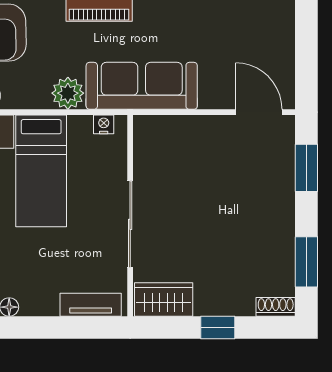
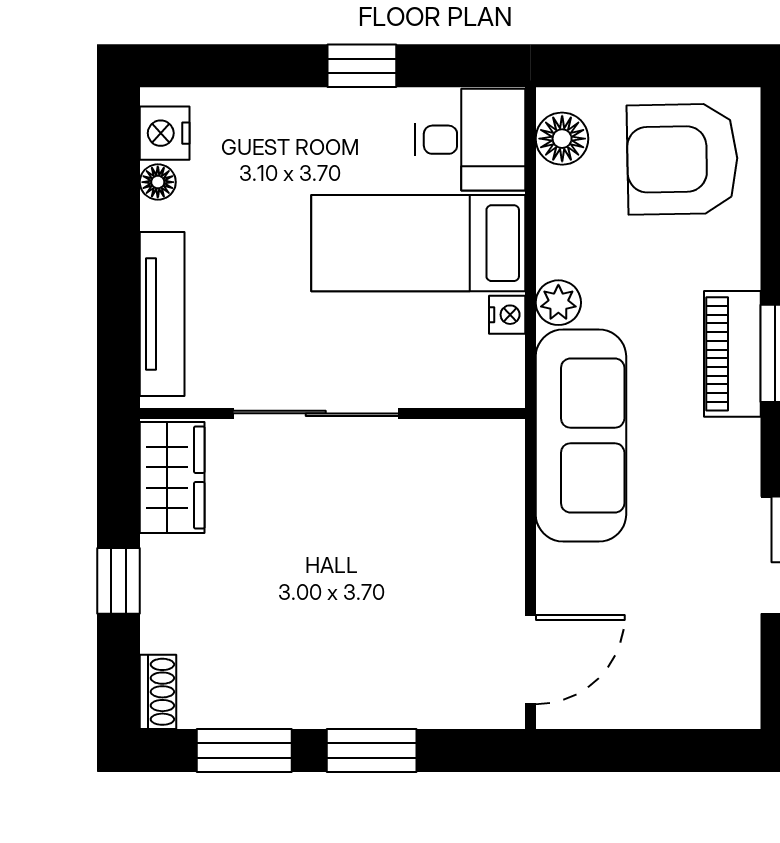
plant: (68, 93) -> (558, 303), width x0.73, depth x0.73
nightstand: (104, 124) -> (507, 315), moved
window: (306, 168) -> (372, 750), moved
tv unit: (91, 305) -> (162, 314), width x1.41

